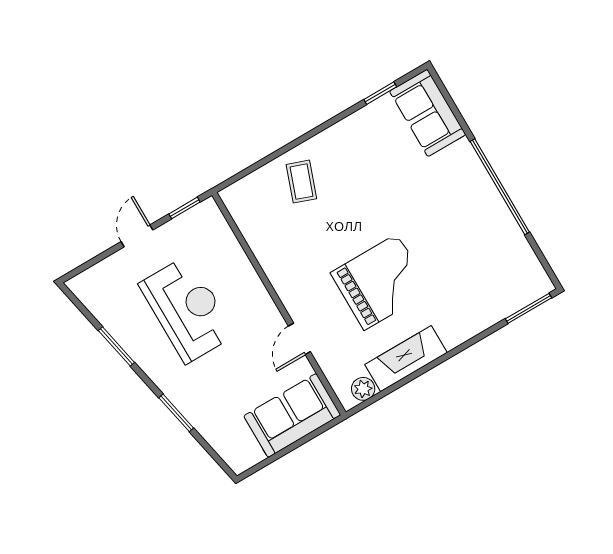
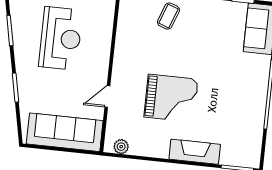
fireplace: (406, 359) -> (195, 152), moved
sofa: (292, 415) -> (65, 132), width x1.36

